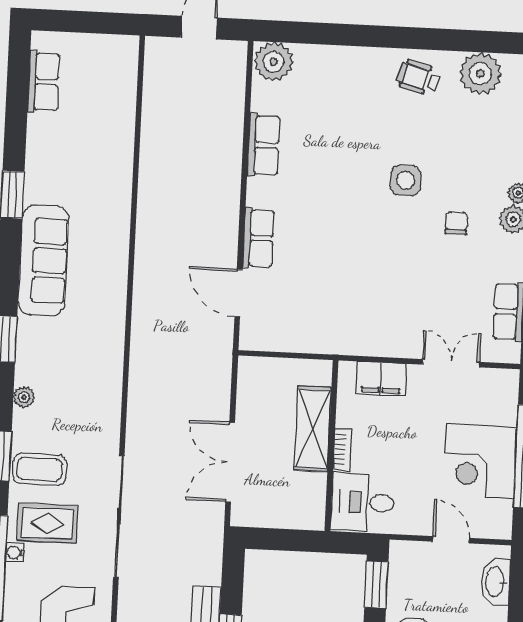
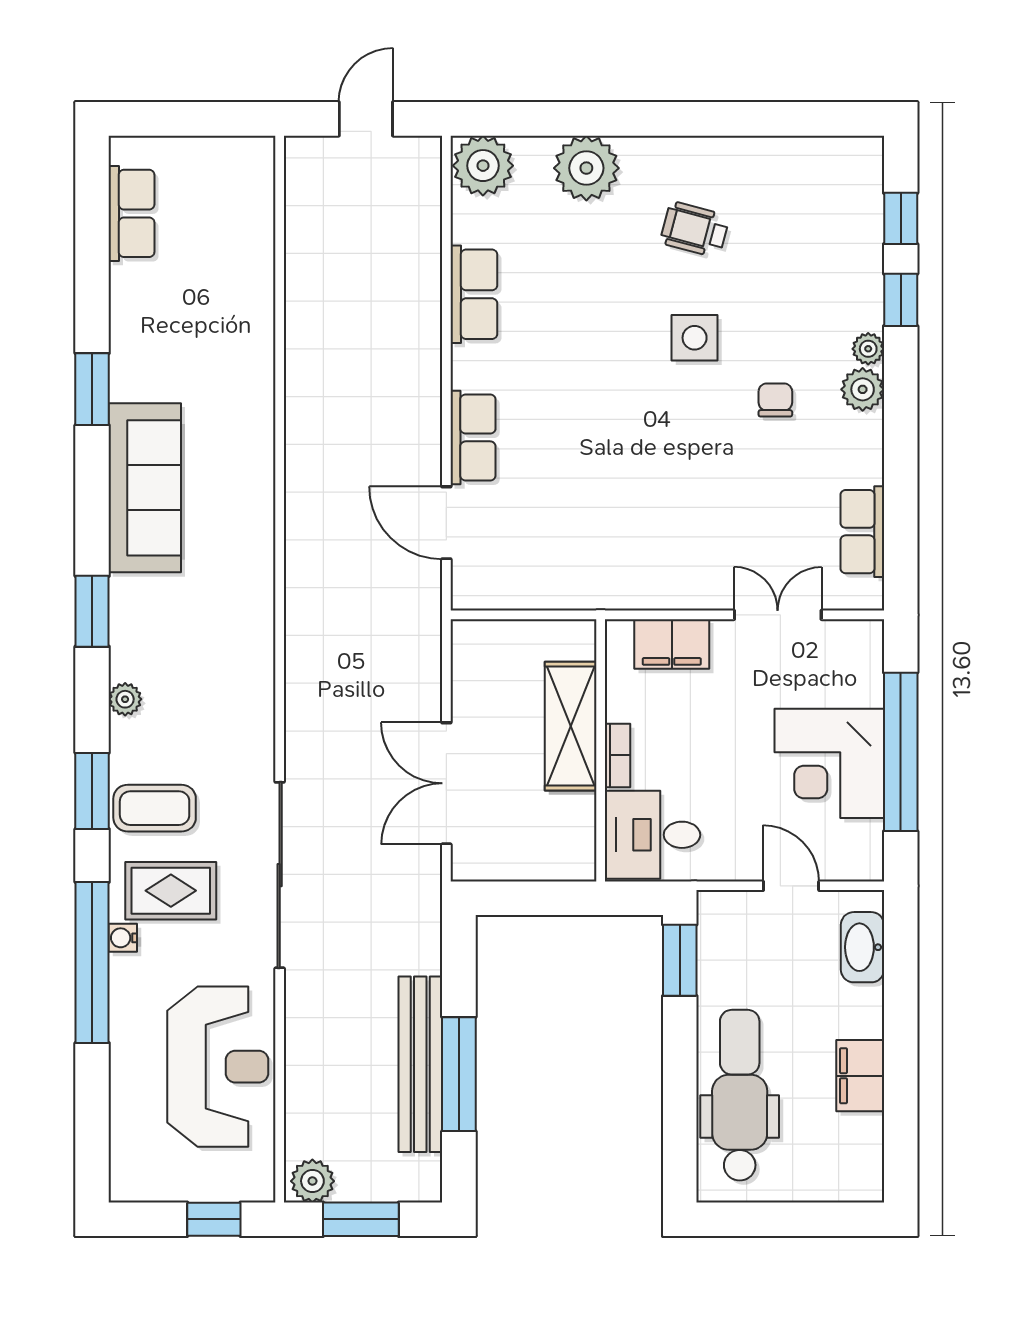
plant: (480, 73) -> (586, 168), moved
wheelchair: (419, 78) -> (695, 229), moved

